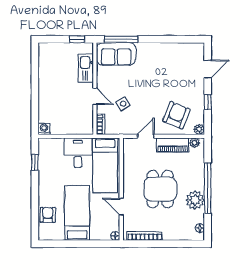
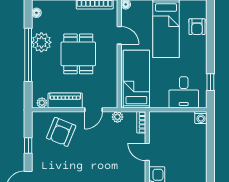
side table: (123, 104) -> (117, 144), removed
plant: (199, 129) -> (117, 117), moved
desk: (78, 153) -> (184, 92), moved

